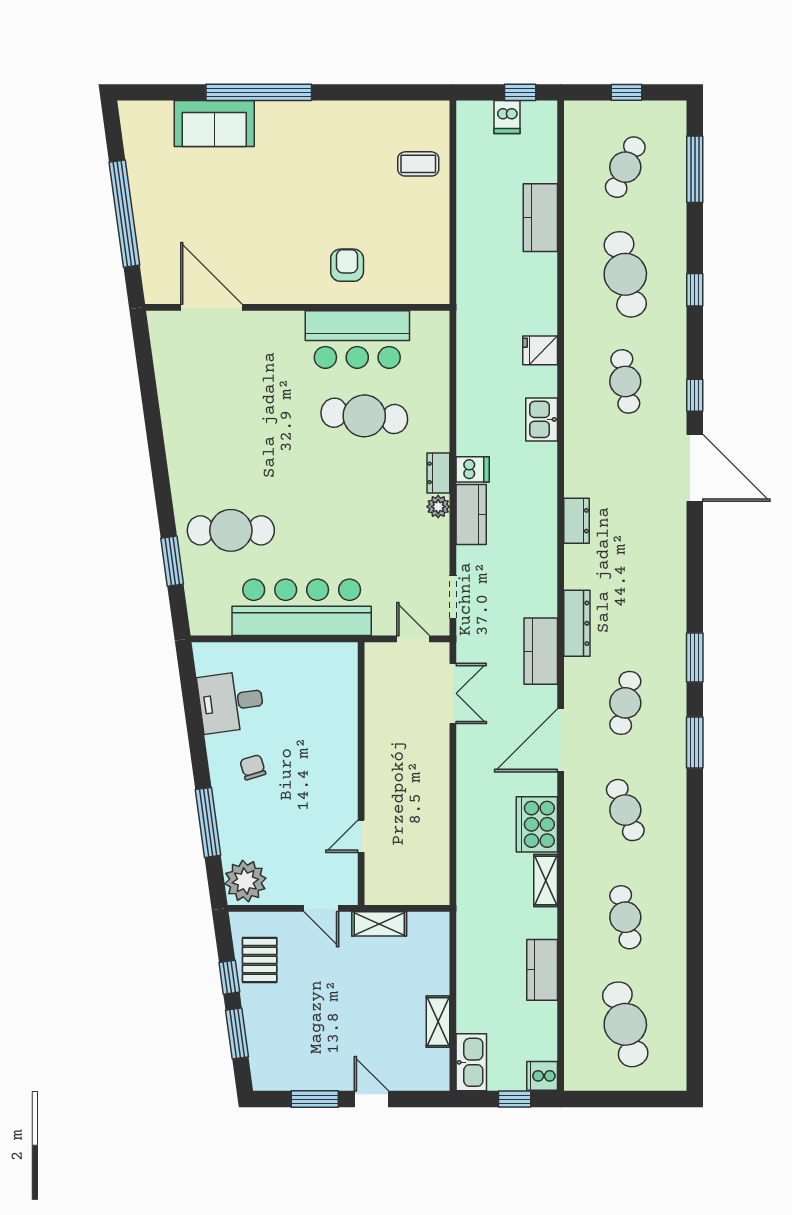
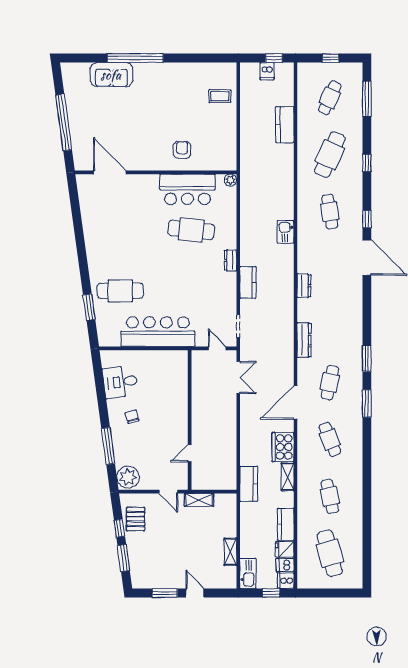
cafe table: (625, 274) -> (330, 155), turned 36
fridge: (540, 350) -> (285, 549), moved
dishwasher: (473, 469) -> (285, 565), moved, turned 180
plant: (438, 507) -> (230, 180), moved
kitchen counter: (541, 651) -> (249, 484), moved, turned 180

